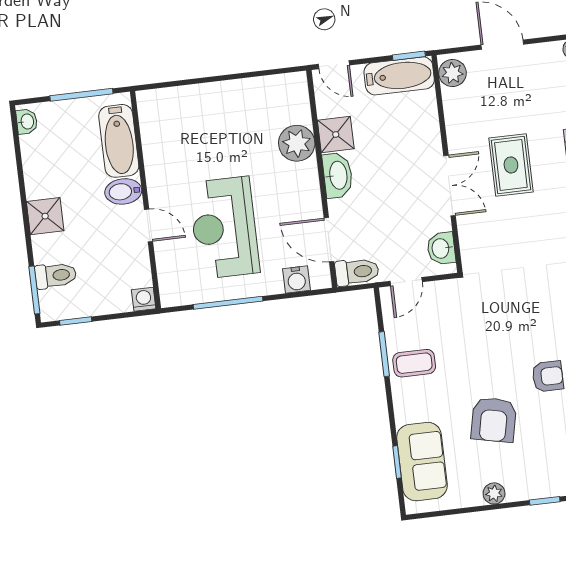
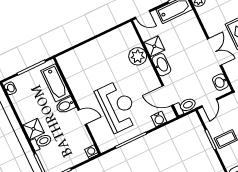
reception desk: (224, 228) -> (117, 106), turned 180
toilet: (56, 275) -> (41, 142), moved

